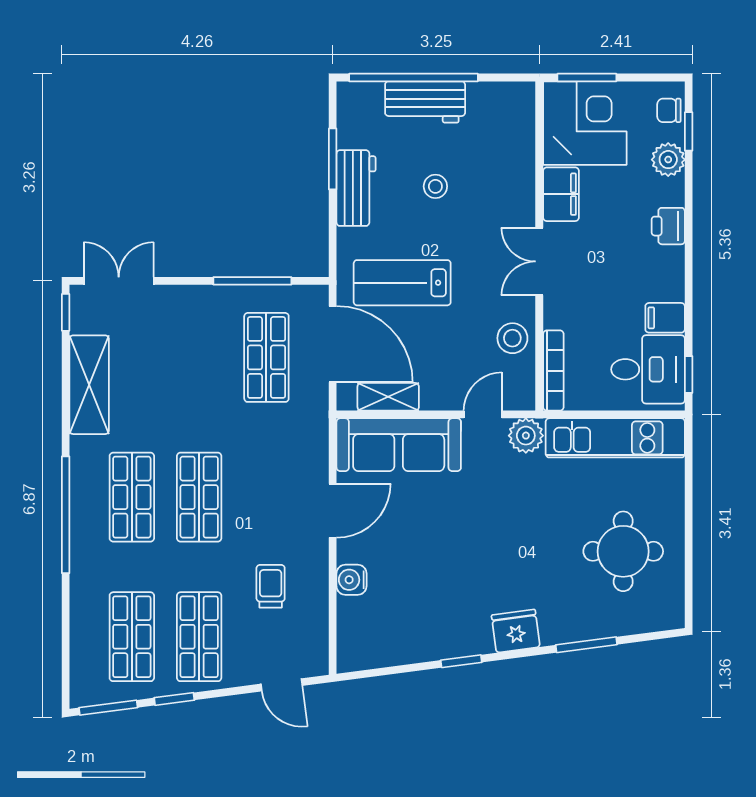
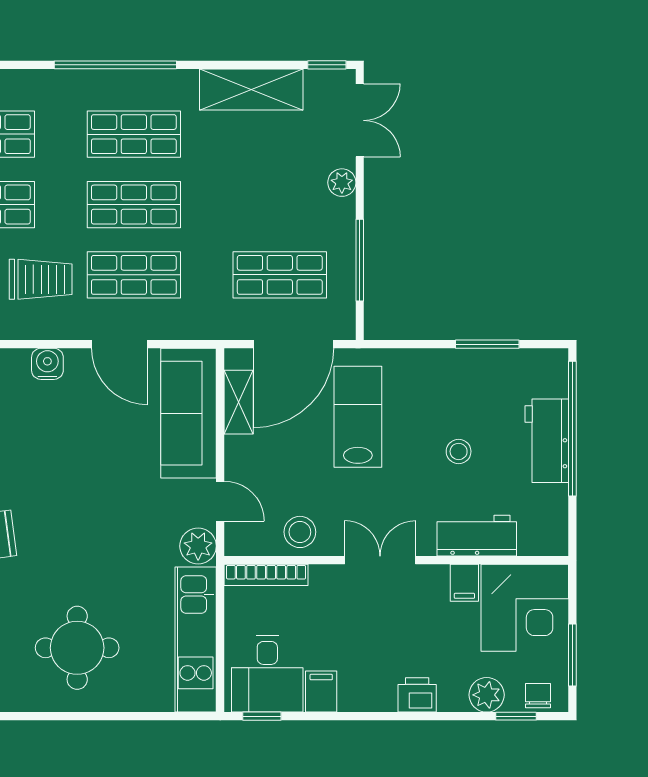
window: (587, 77) -> (572, 655), moved
workbench: (356, 188) -> (477, 536), moved, turned 180
filing cabinet: (561, 194) -> (464, 583), width x0.50
plant: (178, 298) -> (342, 183), added
shop shelf: (266, 497) -> (134, 275), added
trolley: (271, 586) -> (41, 279), width x1.36, depth x1.39

